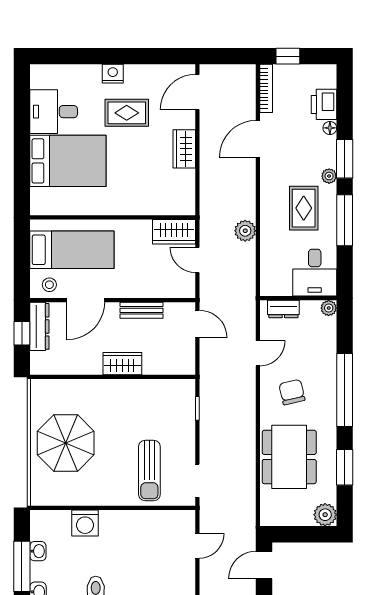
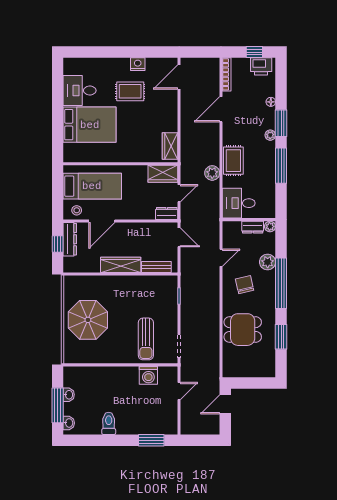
window: (288, 56) -> (254, 52), moved
nightstand: (113, 74) -> (138, 64), moved
printer: (324, 104) -> (261, 66), moved, turned -90
wardrobe: (184, 149) -> (170, 146), moved
rug: (304, 208) -> (233, 161), moved
door: (197, 260) -> (179, 193), swing flipped
desk: (315, 273) -> (239, 203), moved, turned 90
dresser: (179, 289) -> (167, 213), added
dresser: (283, 309) -> (253, 227), moved
bench: (142, 310) -> (156, 267), moved
wardrobe: (122, 364) -> (121, 265), width x1.50
dining table: (289, 457) -> (243, 330), width x0.73
plant: (325, 515) -> (268, 262), moved
washing machine: (85, 523) -> (148, 375), moved

